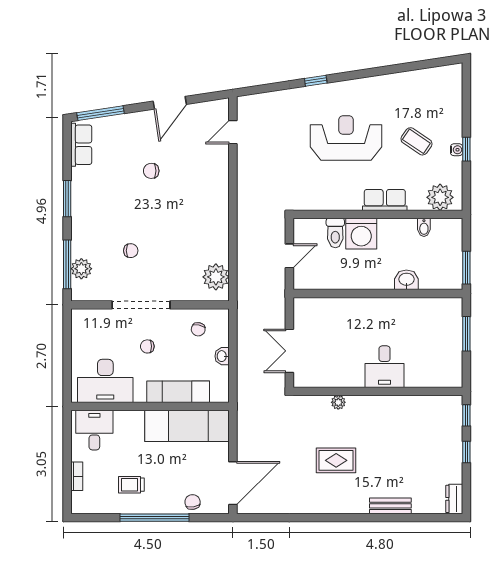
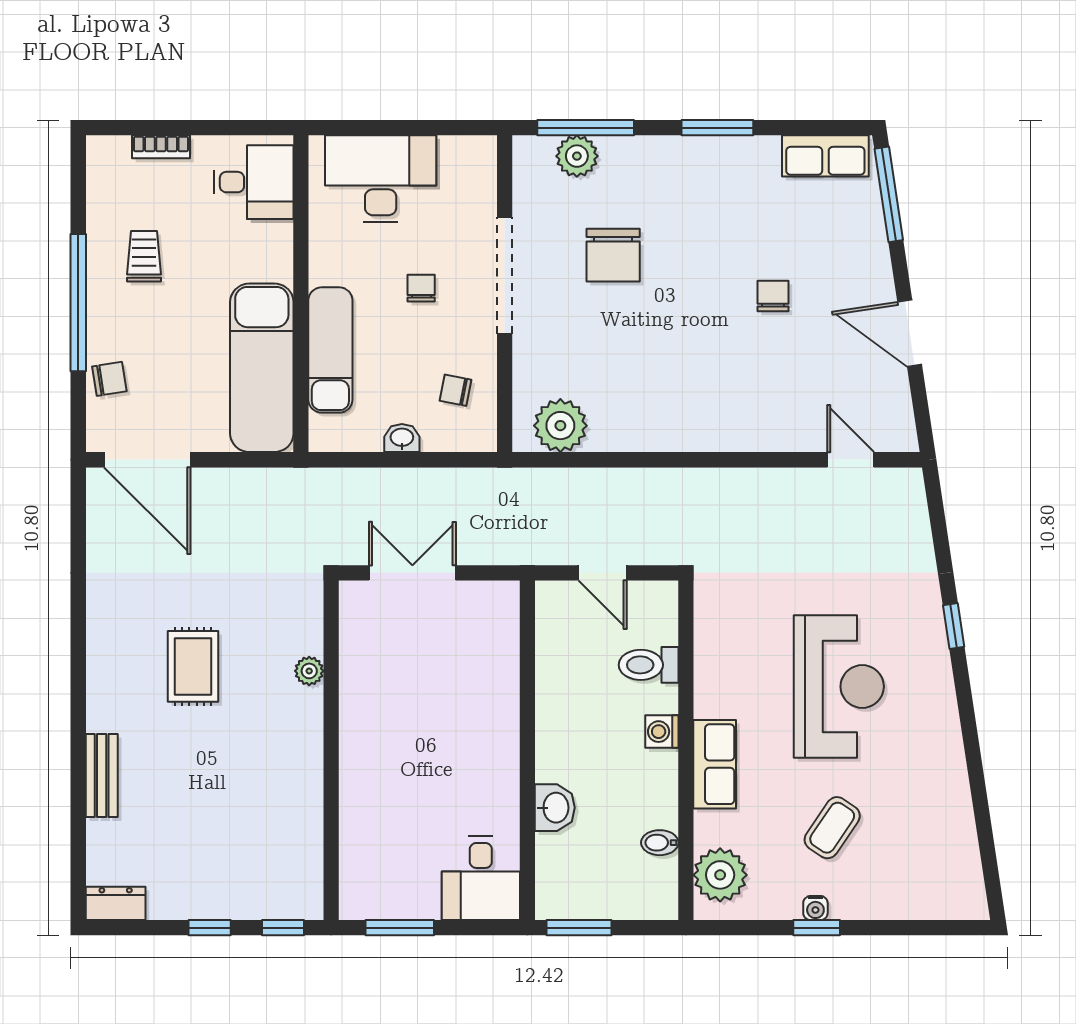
washing machine: (361, 234) -> (662, 732), width x0.53, depth x0.53
chair: (131, 251) -> (613, 255), width x1.87, depth x1.87
window: (466, 334) -> (400, 928), moved
desk: (385, 367) -> (481, 878), moved, turned -90
desk: (105, 381) -> (381, 179), moved, turned 90

